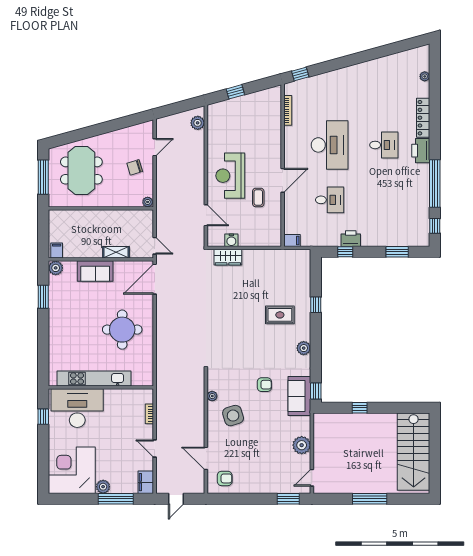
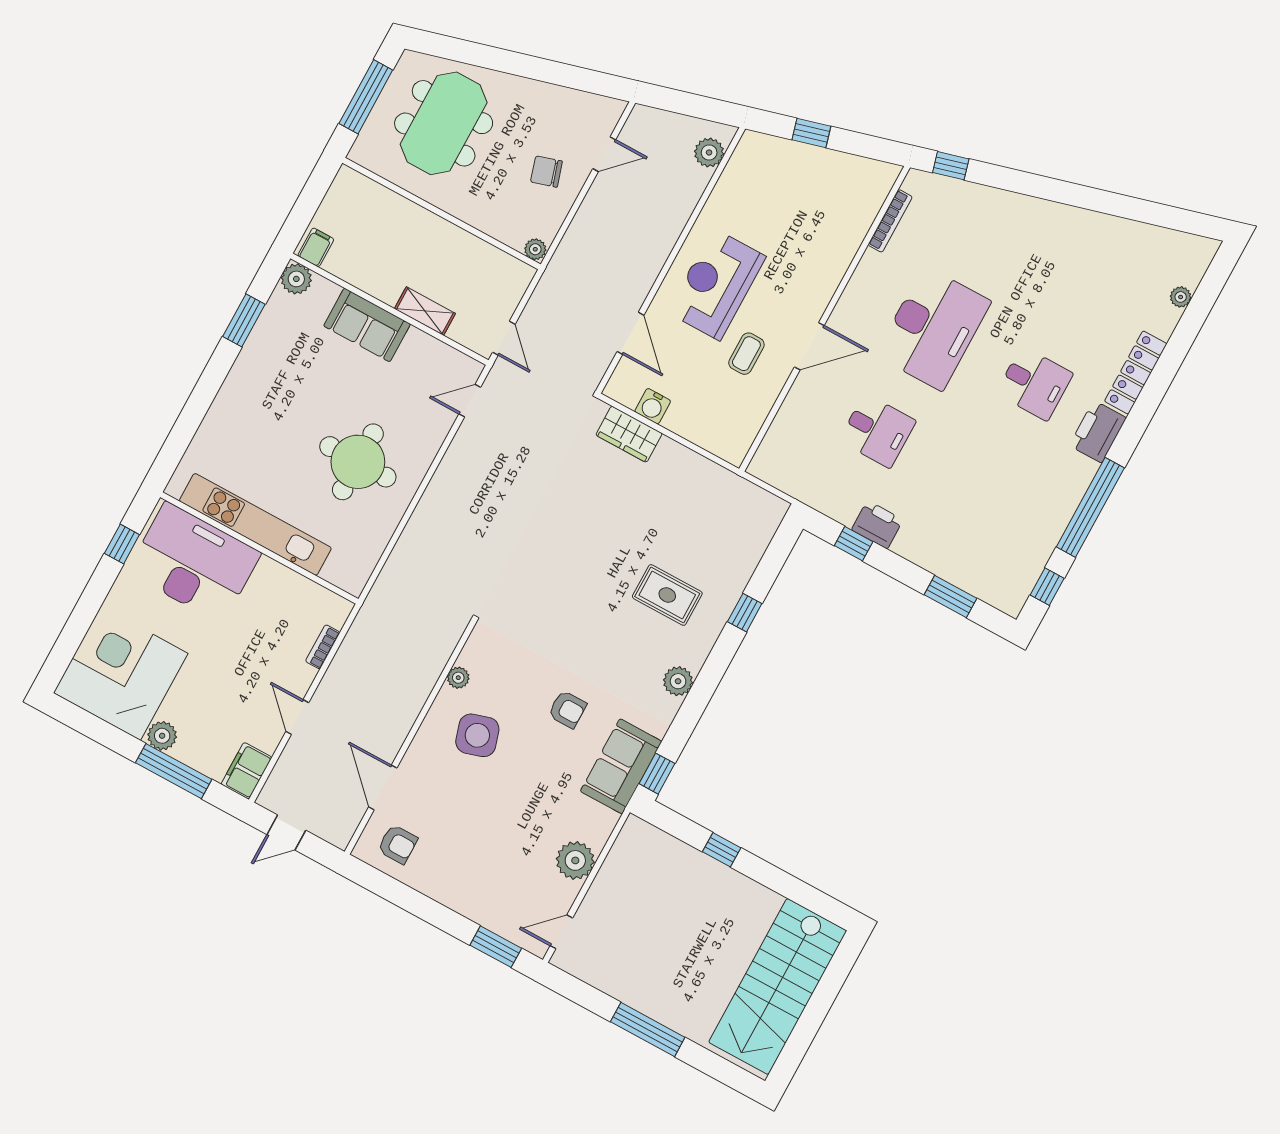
filing cabinet: (292, 241) -> (766, 468), removed
door: (155, 279) -> (470, 401), width x0.53

